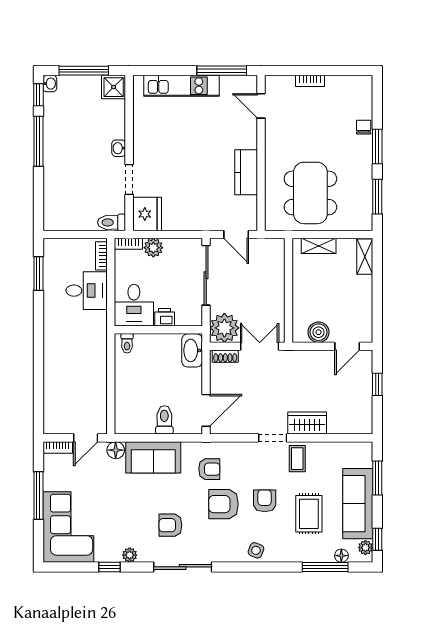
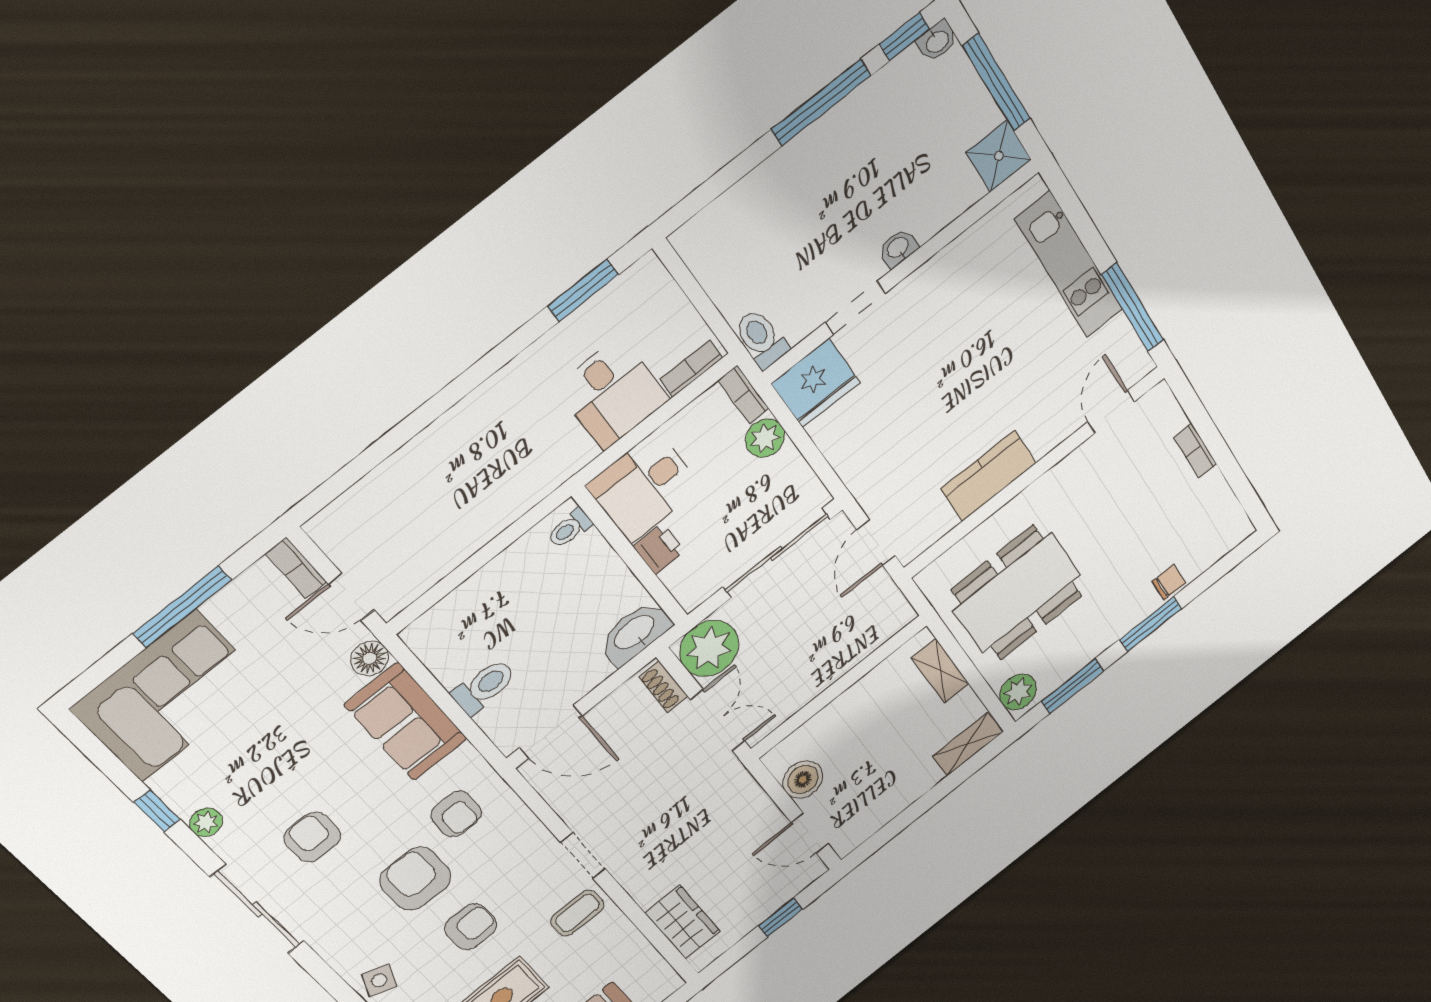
plant: (359, 221) -> (1018, 692), added
wardrobe: (307, 423) -> (683, 922), moved

